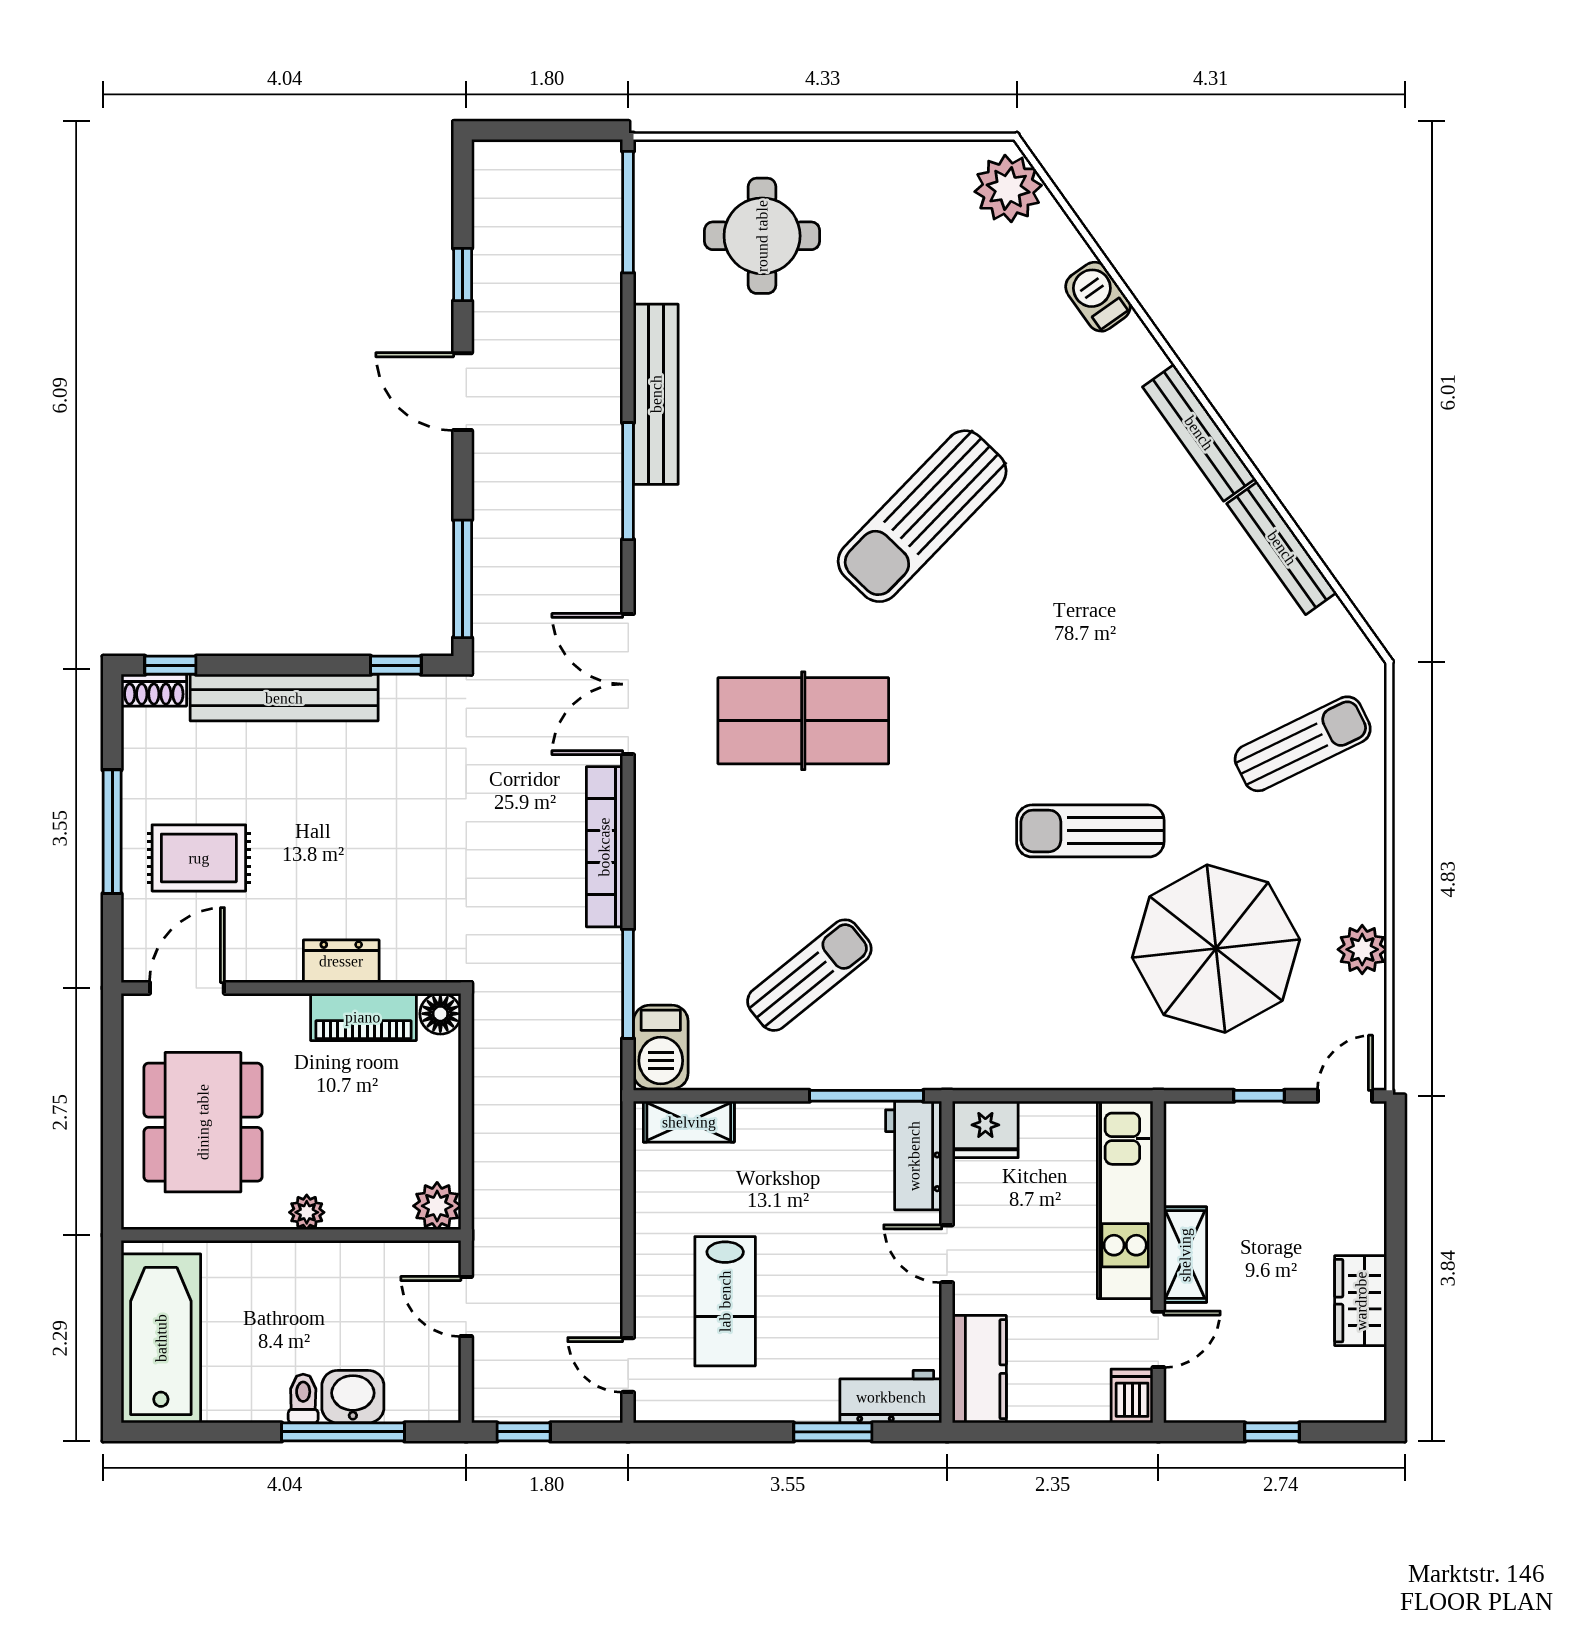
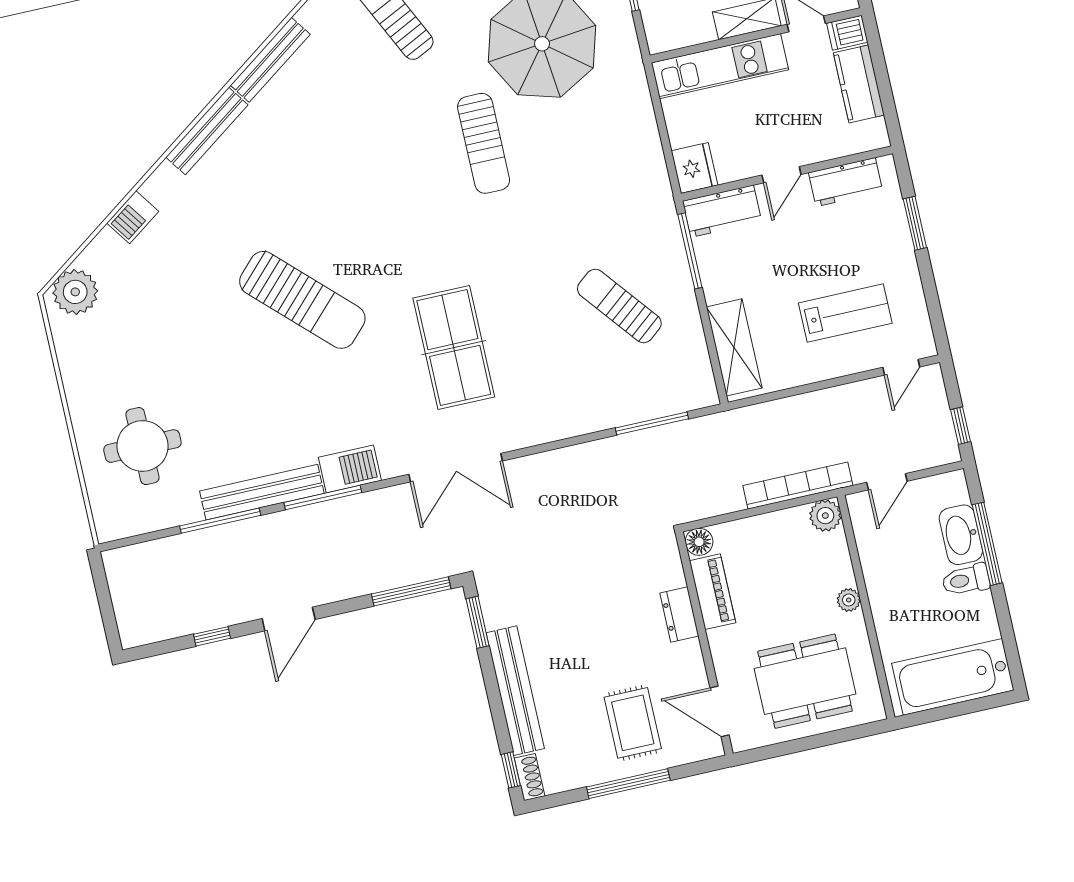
window: (628, 212) -> (220, 521), moved
window: (396, 665) -> (478, 622), width x1.50
bookcase: (604, 847) -> (798, 486), moved, turned 180
barbecue: (661, 1047) -> (350, 469), moved
shelving: (689, 1122) -> (734, 347), width x1.50, depth x1.33
kitchen counter: (979, 1369) -> (859, 84), moved, turned -90
washbasin: (353, 1397) -> (961, 535), width x1.38
workbench: (891, 1397) -> (846, 182), moved, turned -90
toilet: (303, 1399) -> (966, 580), width x1.37, depth x1.39

